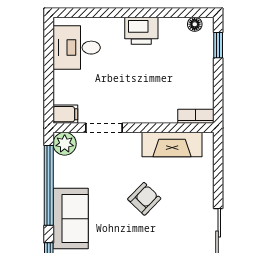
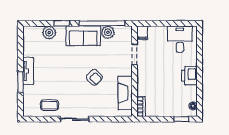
plant: (65, 144) -> (108, 32), moved

